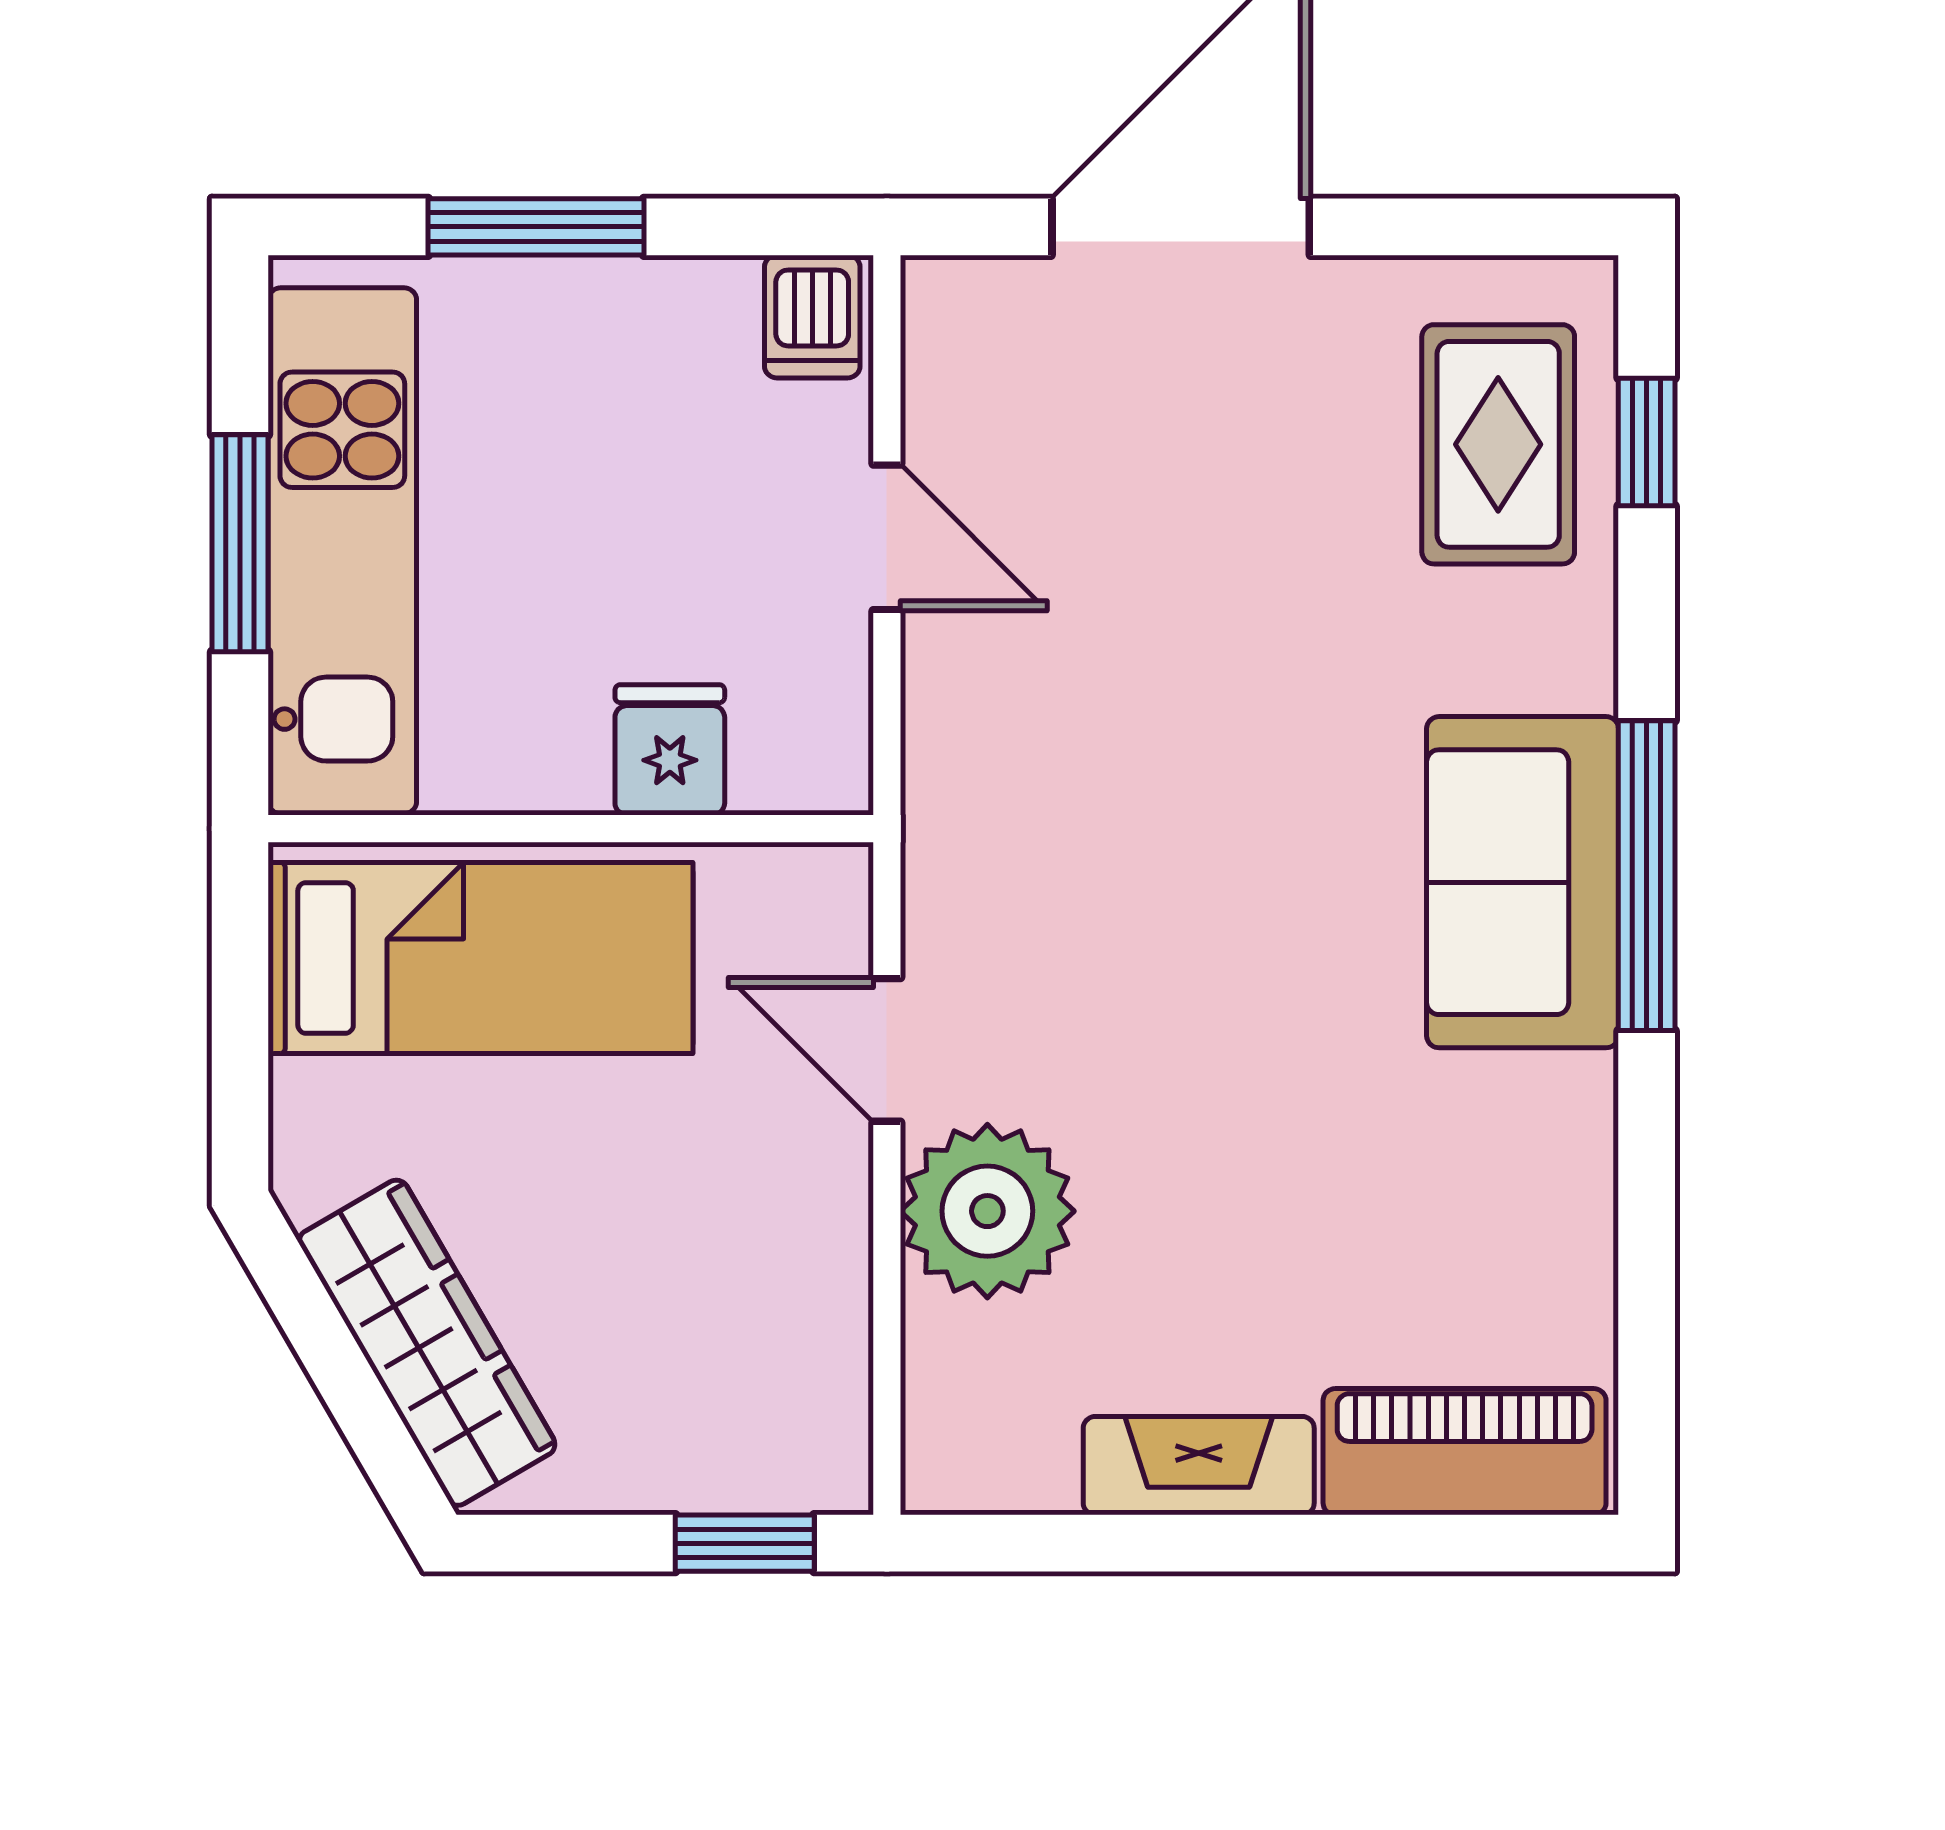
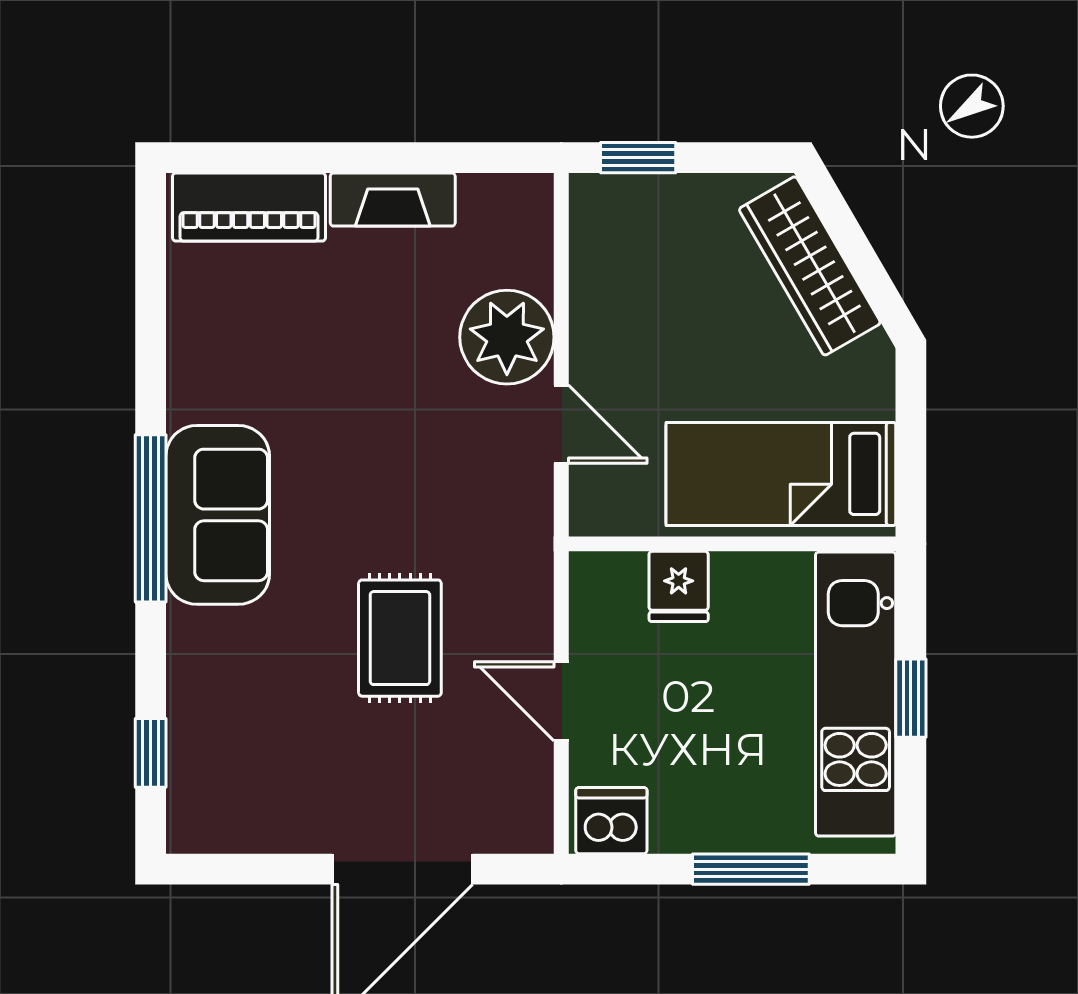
dishwasher: (812, 317) -> (611, 821), width x1.38
rug: (1498, 444) -> (400, 638), moved
window: (240, 543) -> (911, 698), width x0.67

